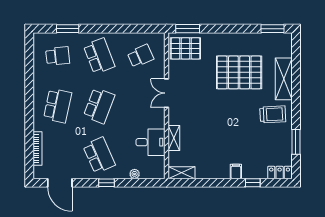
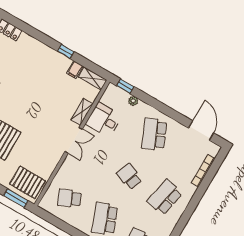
double door: (167, 93) -> (74, 140), moved
school desk: (99, 106) -> (129, 177), width x0.54
filing cabinet: (236, 171) -> (75, 70), moved
window: (106, 183) -> (125, 86), moved
window: (253, 183) -> (66, 51), moved

